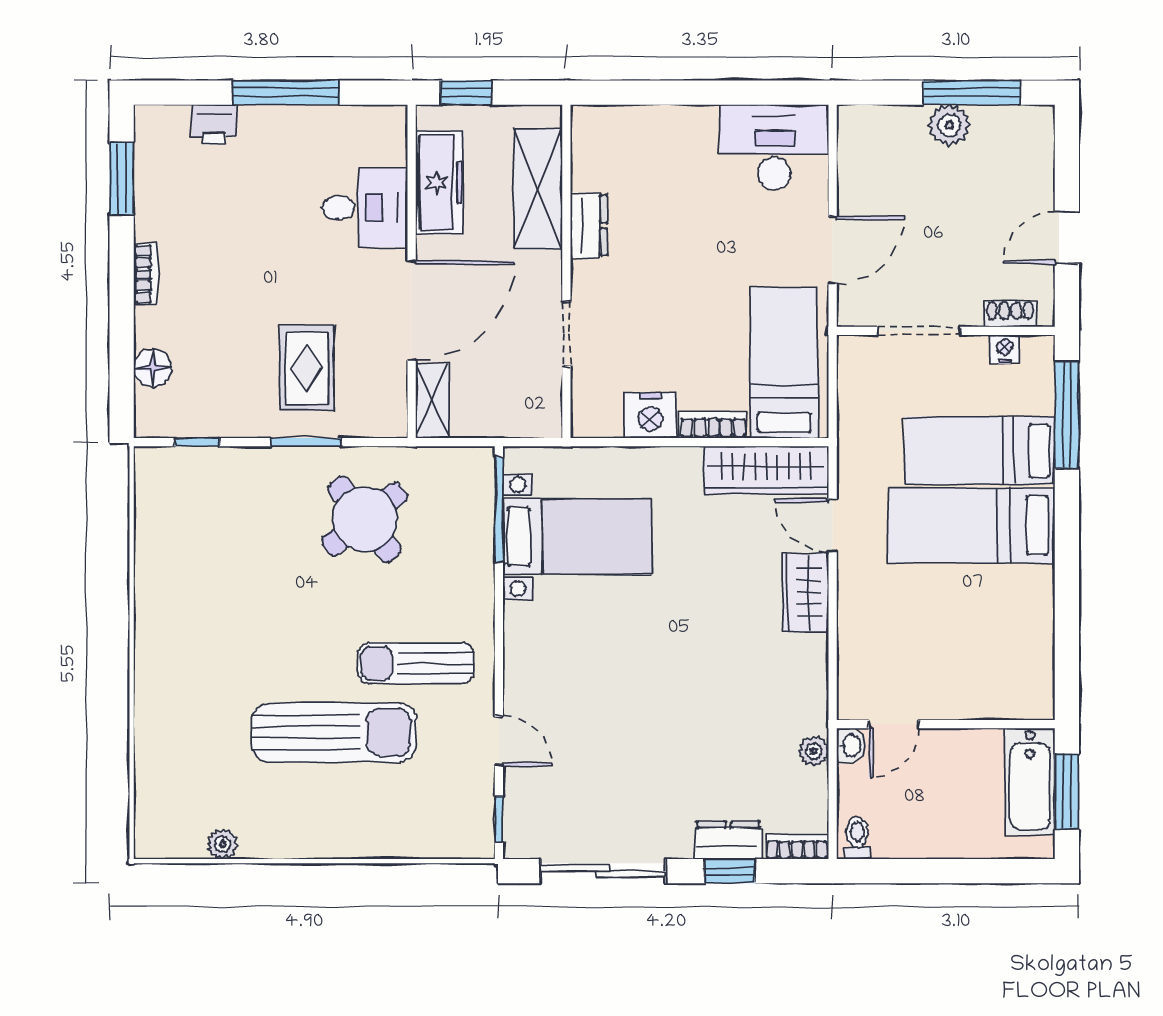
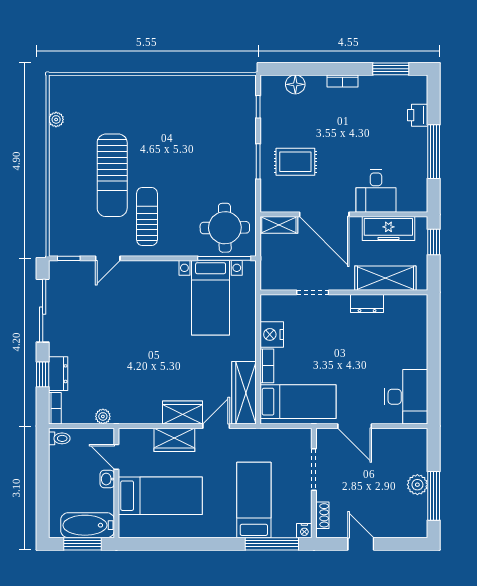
nightstand: (1005, 349) -> (304, 531), moved, turned 90
round table: (365, 519) -> (225, 228), moved, turned 37
bed: (972, 525) -> (160, 496), moved, turned 90
wardrobe: (860, 609) -> (174, 440), added
washbasin: (851, 746) -> (107, 479), moved, turned 90

